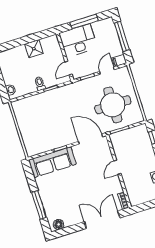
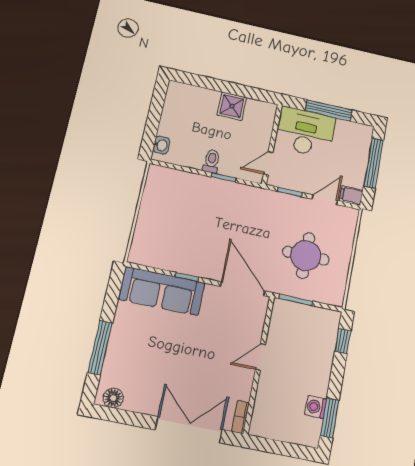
round table: (113, 105) -> (306, 256), width x0.73, depth x0.73

